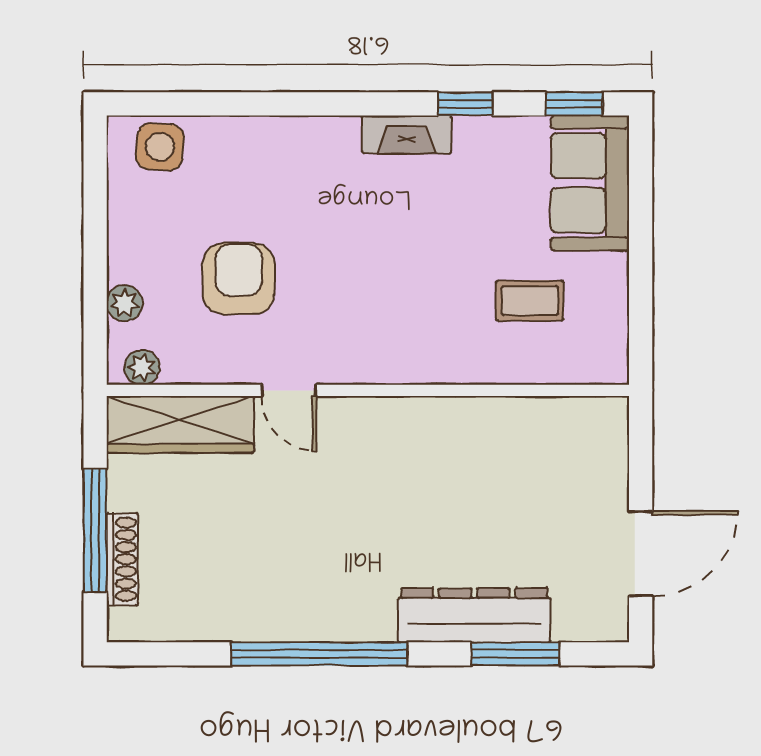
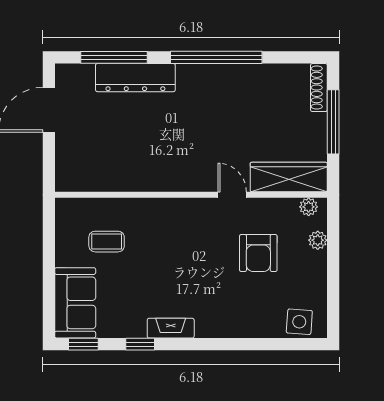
shoe rack: (122, 559) -> (319, 88), moved
window: (515, 654) -> (114, 57), width x1.44

